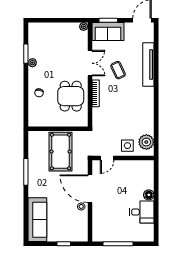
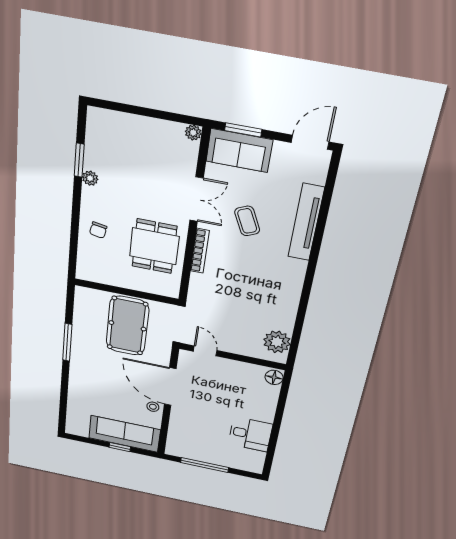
side table: (127, 146) -> (243, 340), removed
door: (107, 158) -> (205, 351), swing flipped
floor lamp: (149, 195) -> (274, 377), moved
sofa: (37, 220) -> (124, 434), moved, turned -90

